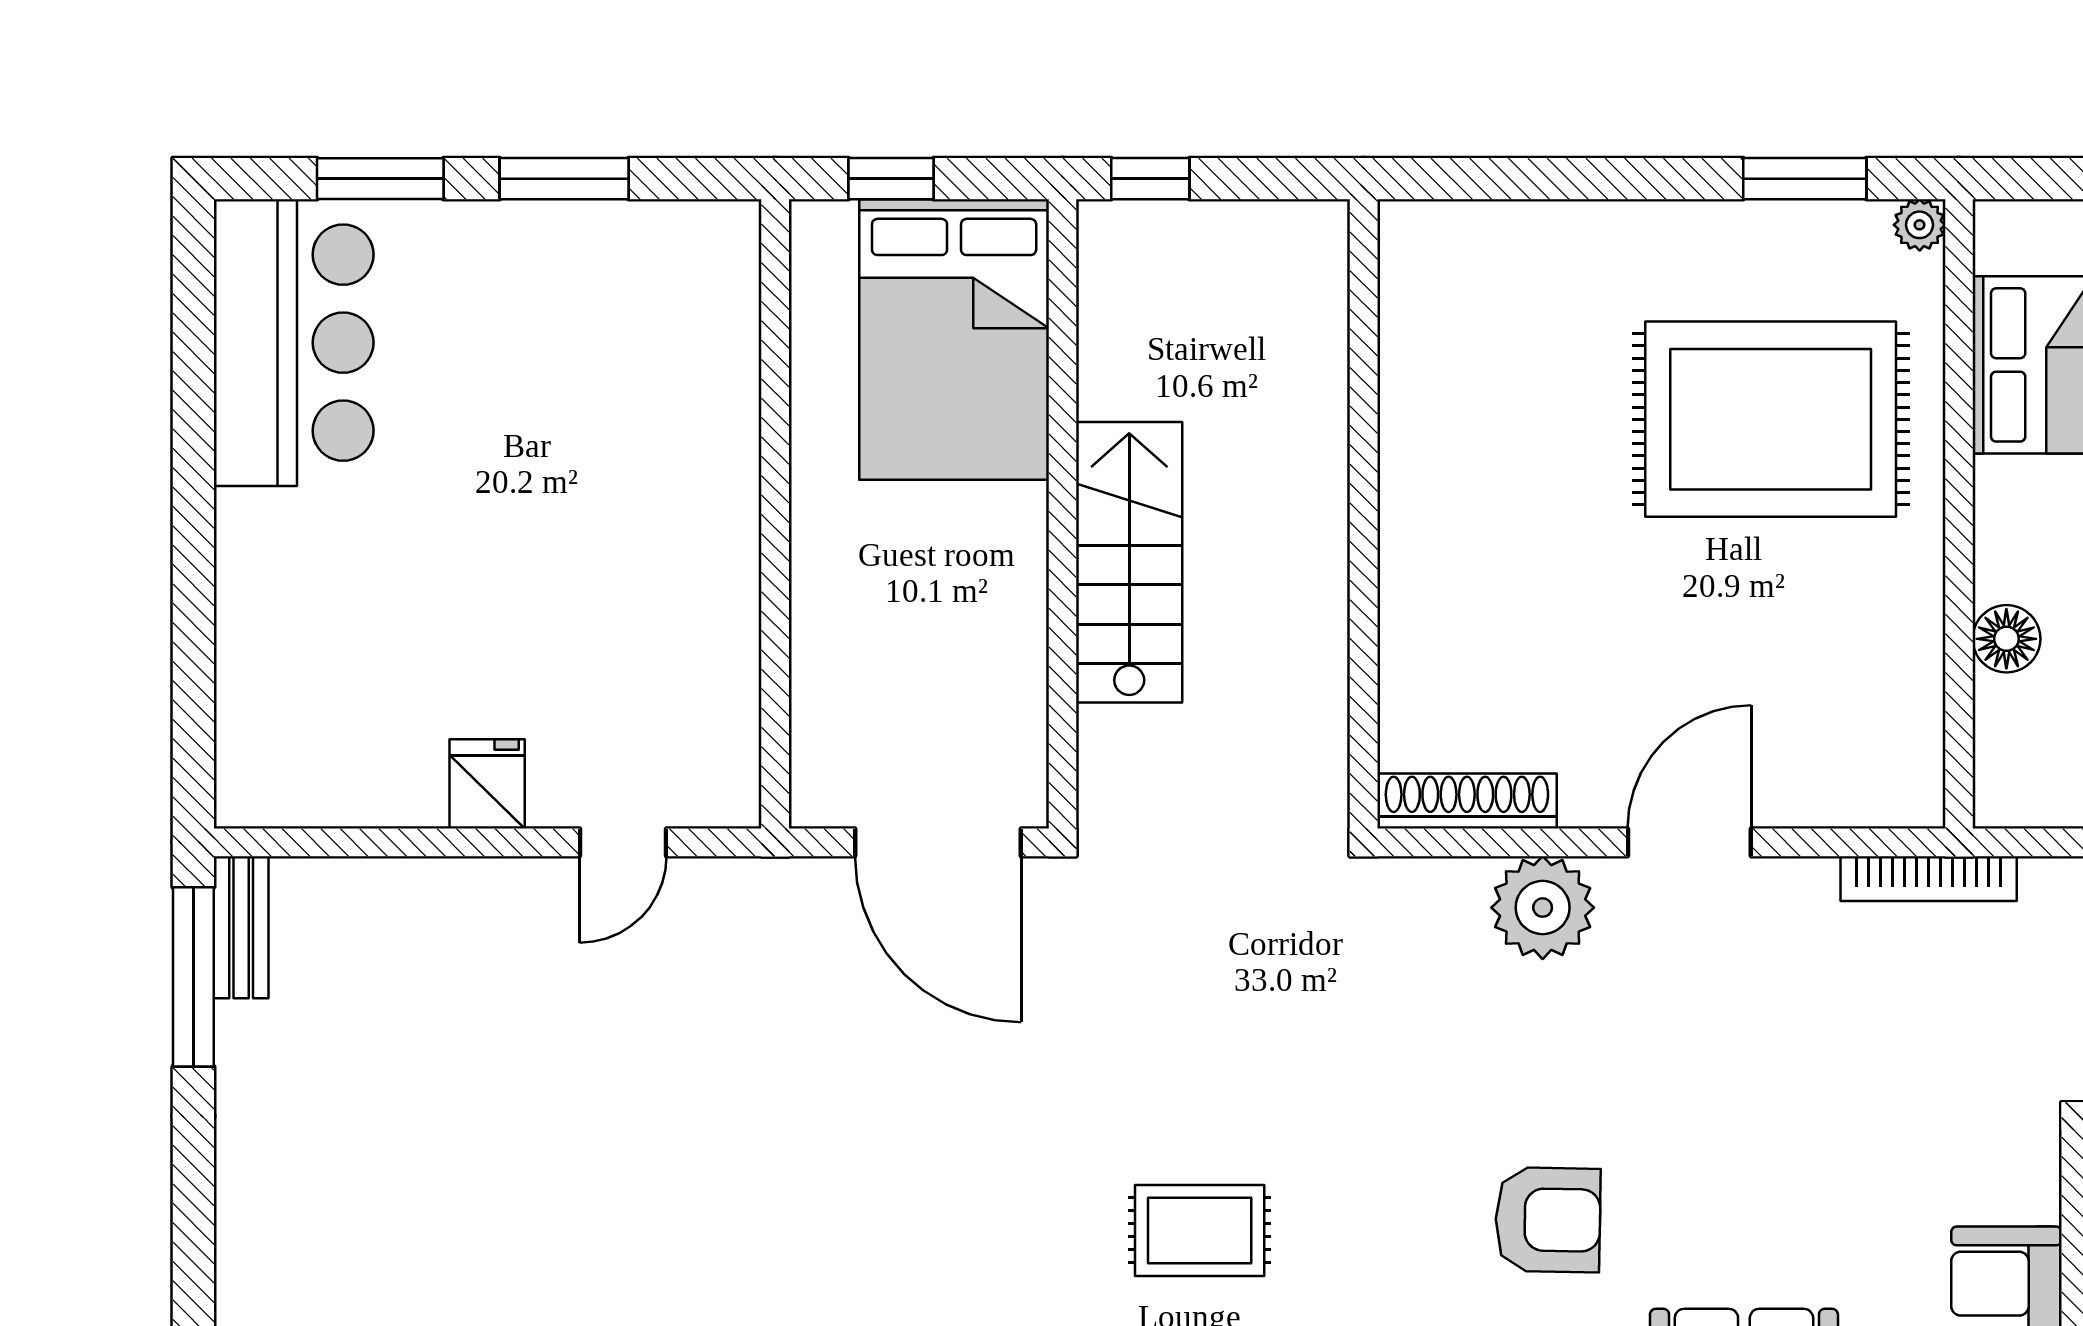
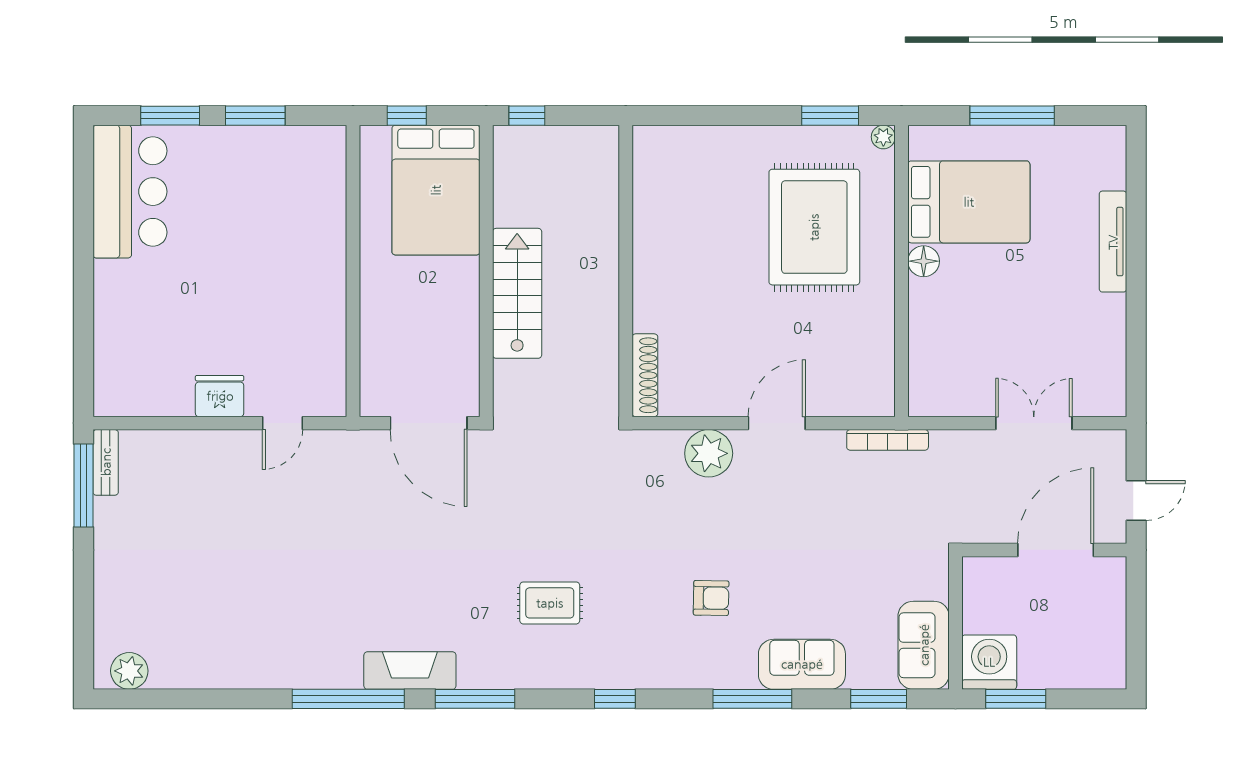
rug: (1771, 419) -> (814, 227), turned 90
floor lamp: (2006, 639) -> (924, 261), moved
fridge: (487, 784) -> (220, 396), width x1.38
shoe rack: (1467, 801) -> (645, 375), moved, turned 90
armchair: (1548, 1220) -> (711, 598), width x0.72, depth x0.72

